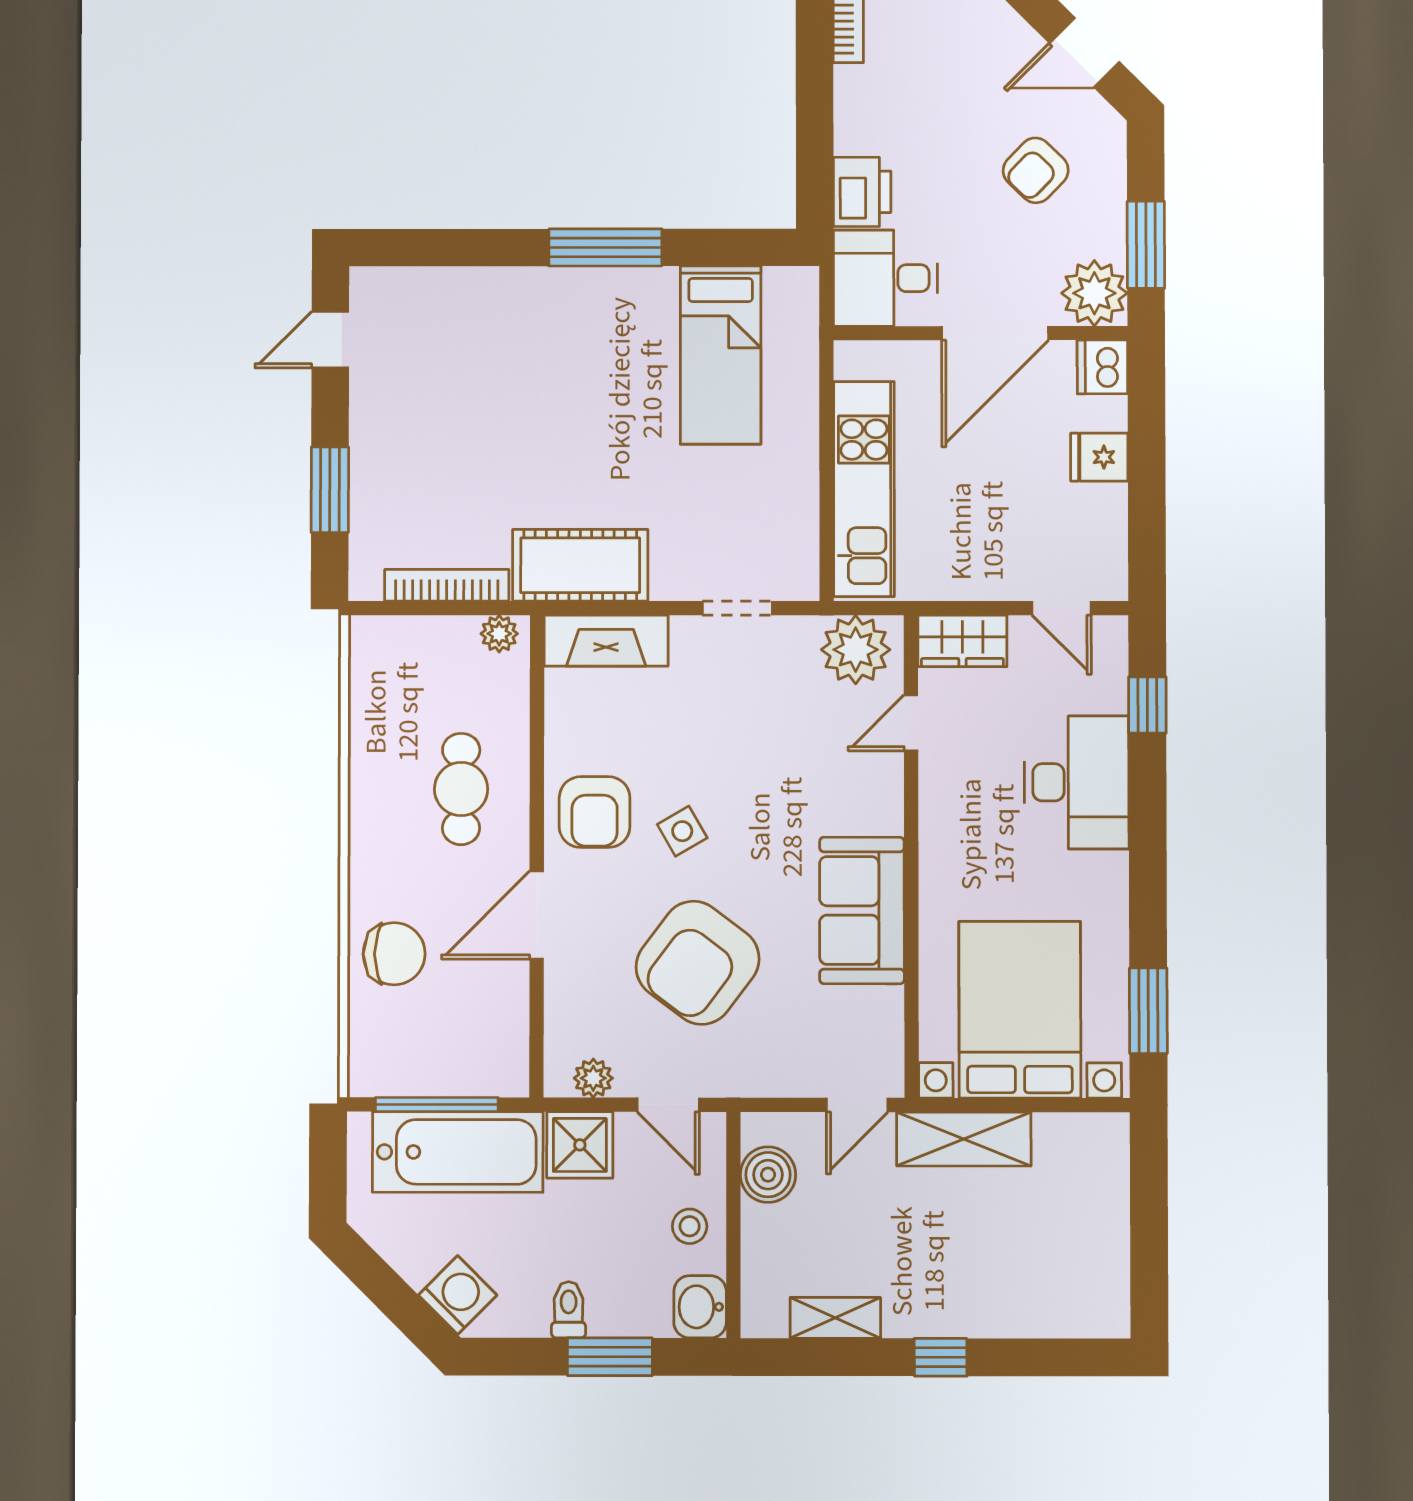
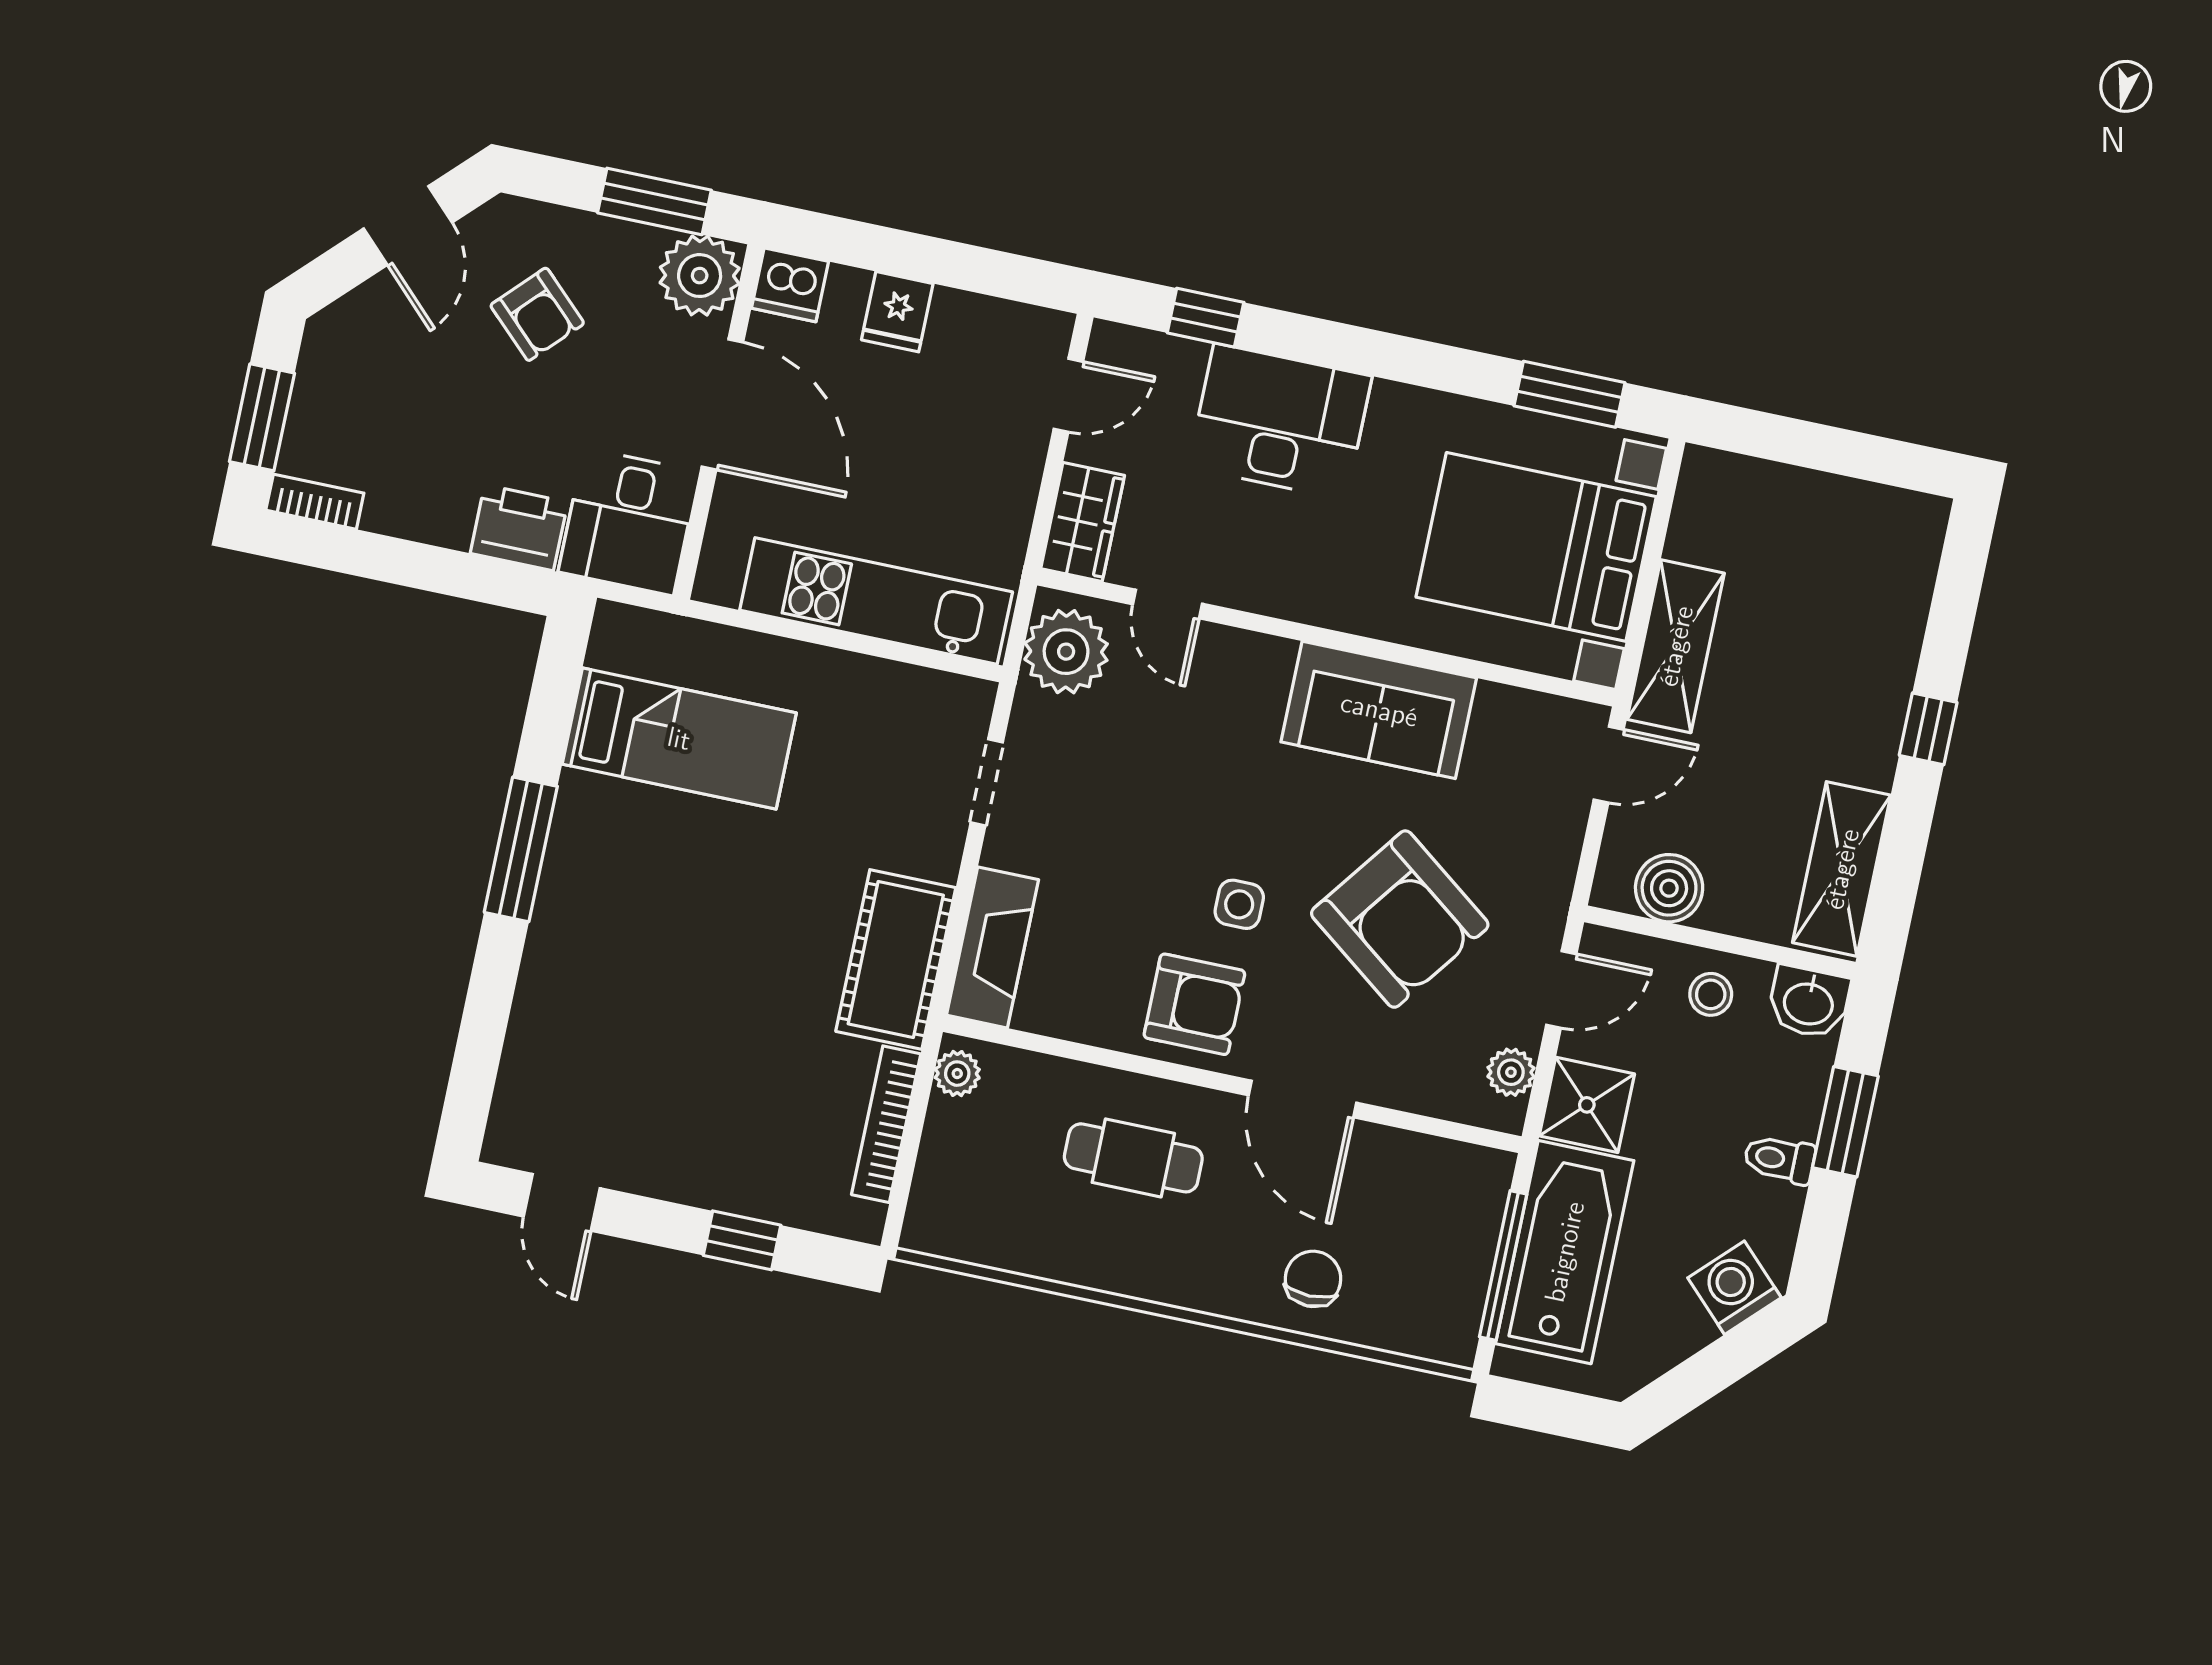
window: (330, 490) -> (742, 1240), width x0.67
side table: (682, 831) -> (1239, 904), turned 30
chair: (394, 954) -> (1313, 1279), width x0.73, depth x0.73
door: (857, 1105) -> (1609, 765), hinge flipped
shelving: (835, 1318) -> (1842, 869), width x1.50, depth x1.33

